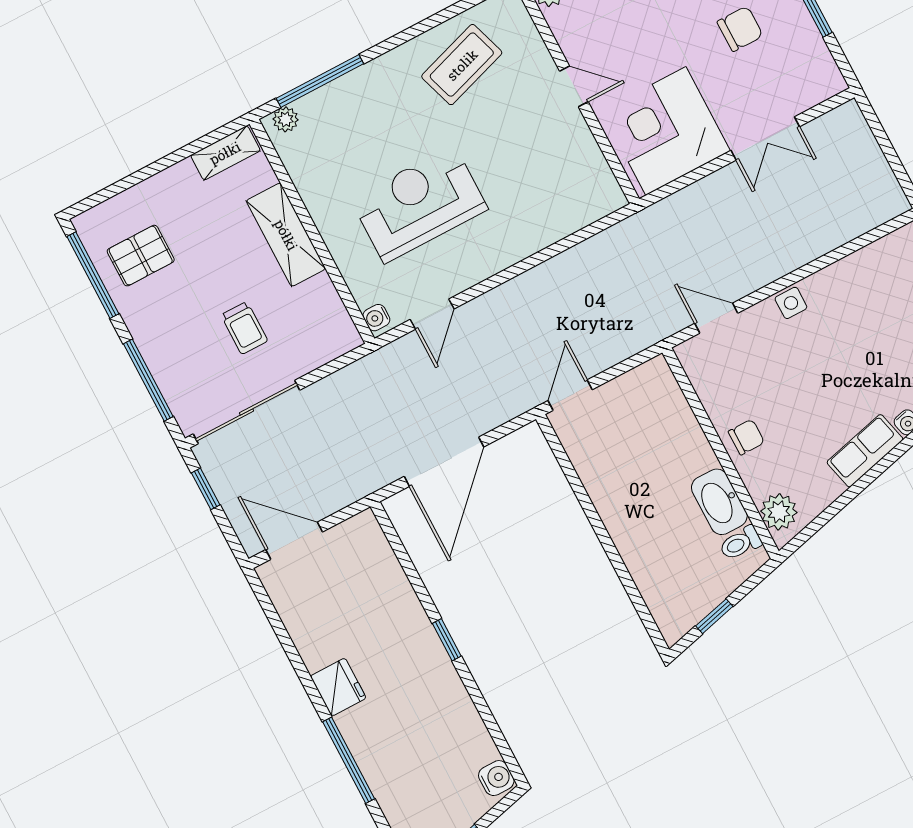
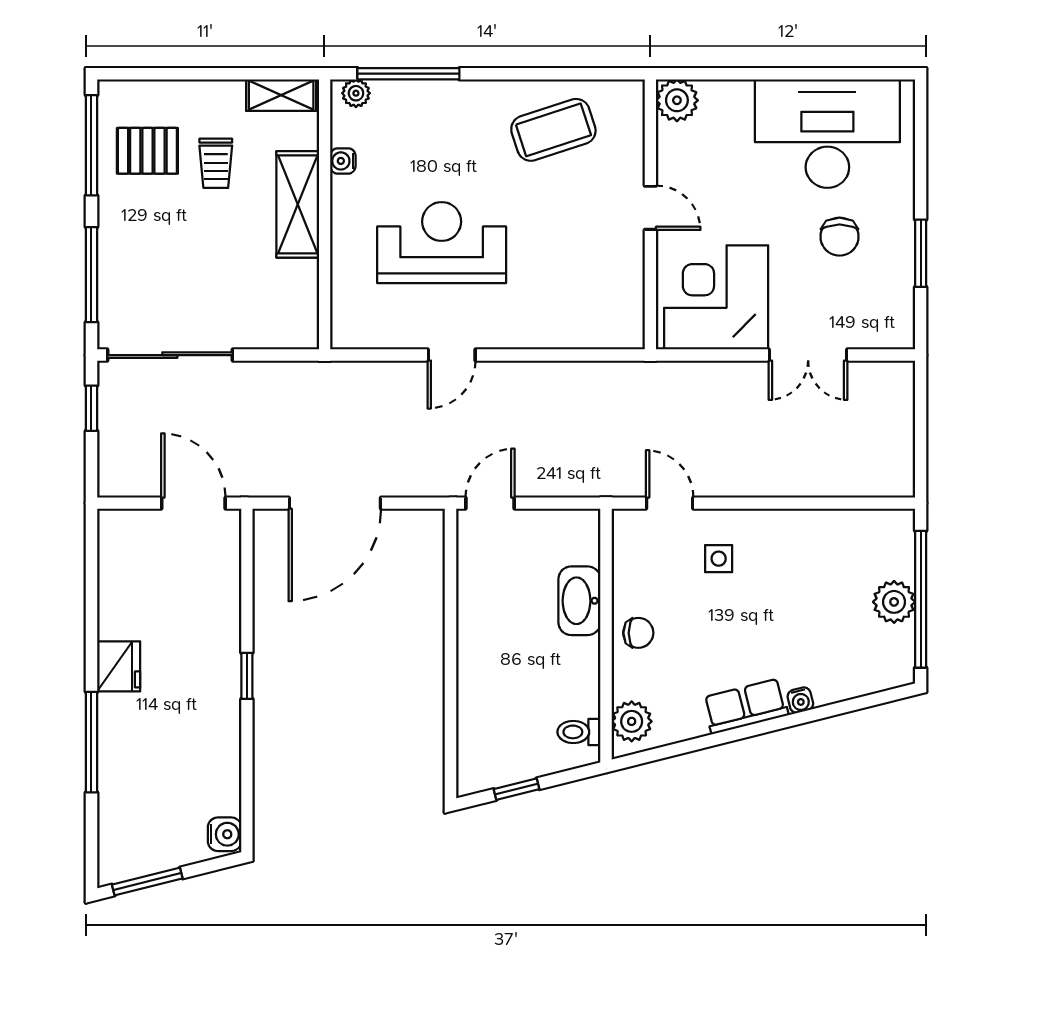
chair: (740, 29) -> (840, 237), turned 90
side table: (791, 303) -> (719, 559), moved
door: (432, 314) -> (452, 355), moved
water cooler: (376, 318) -> (343, 161), moved
trolley: (244, 328) -> (216, 163), moved
washbasin: (719, 502) -> (579, 601), moved
door: (294, 541) -> (193, 503), moved

